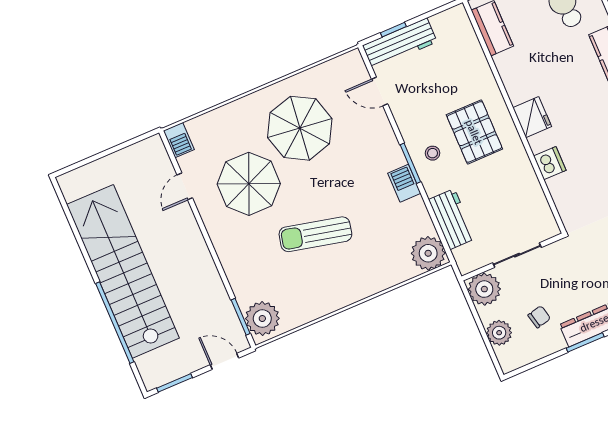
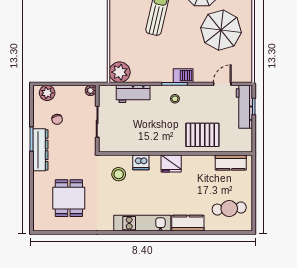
pallet: (474, 132) -> (202, 135), moved
barbecue: (404, 183) -> (183, 76), moved
stool: (582, 189) -> (119, 174), added
plant: (484, 289) -> (91, 91), width x0.53, depth x0.53
plant: (499, 333) -> (47, 93), moved

